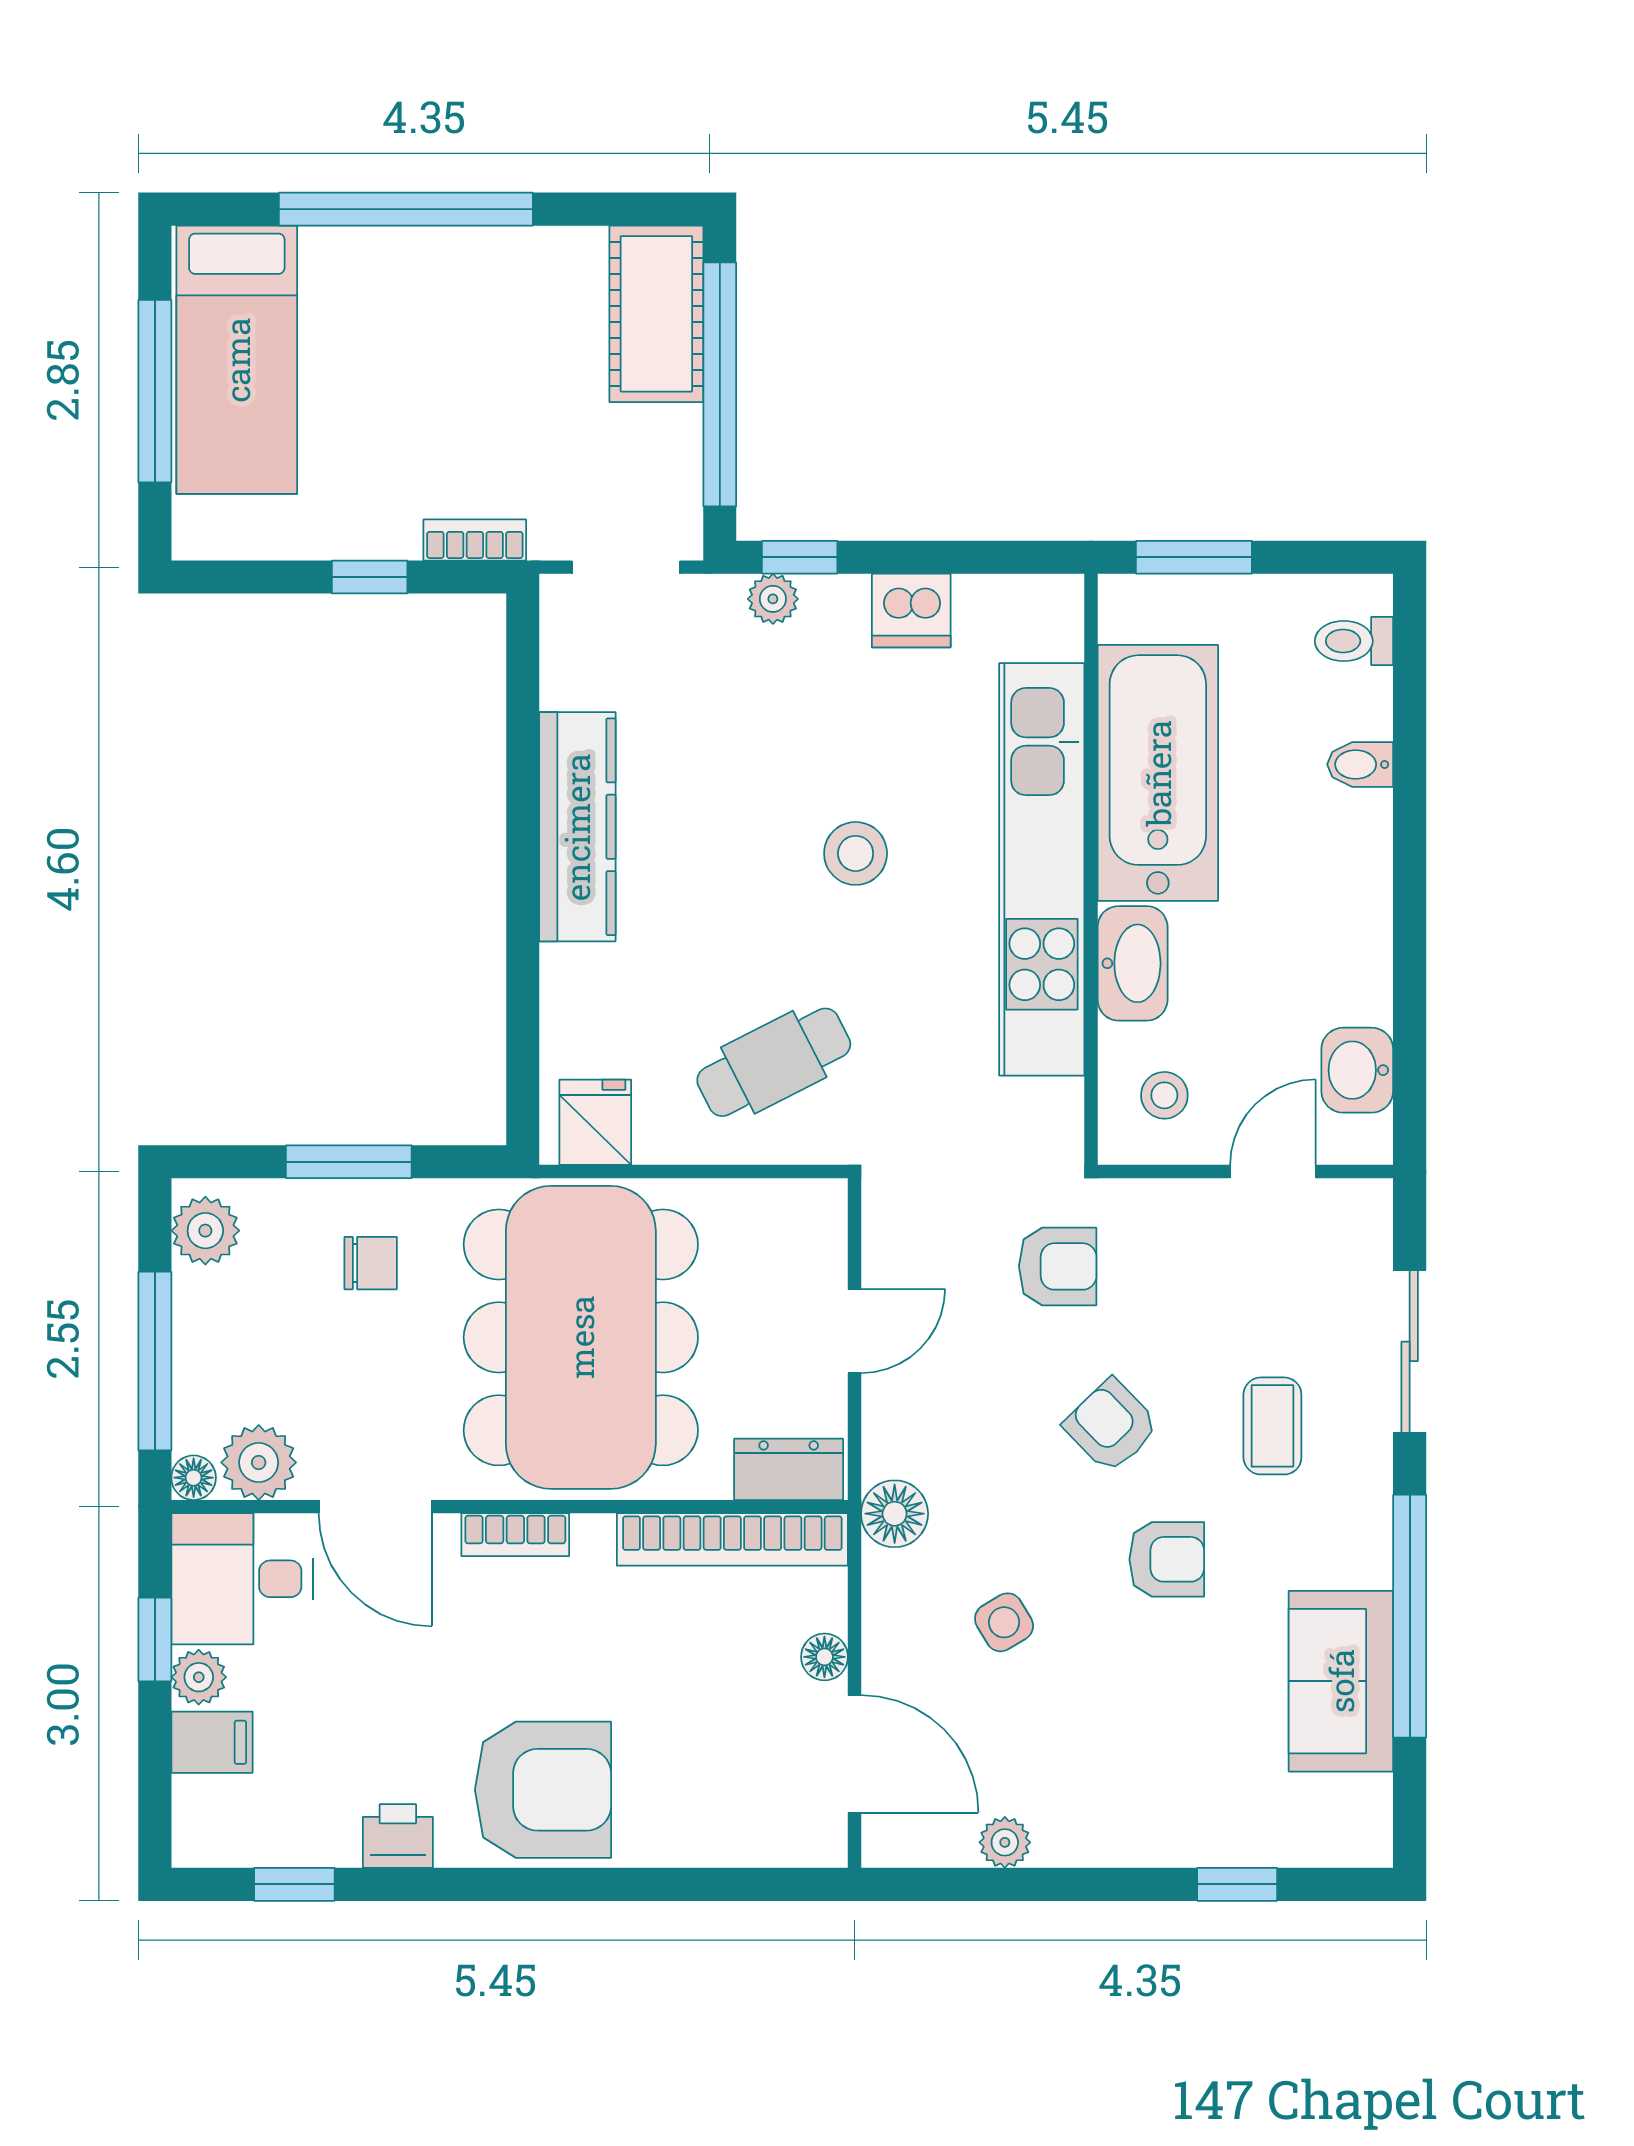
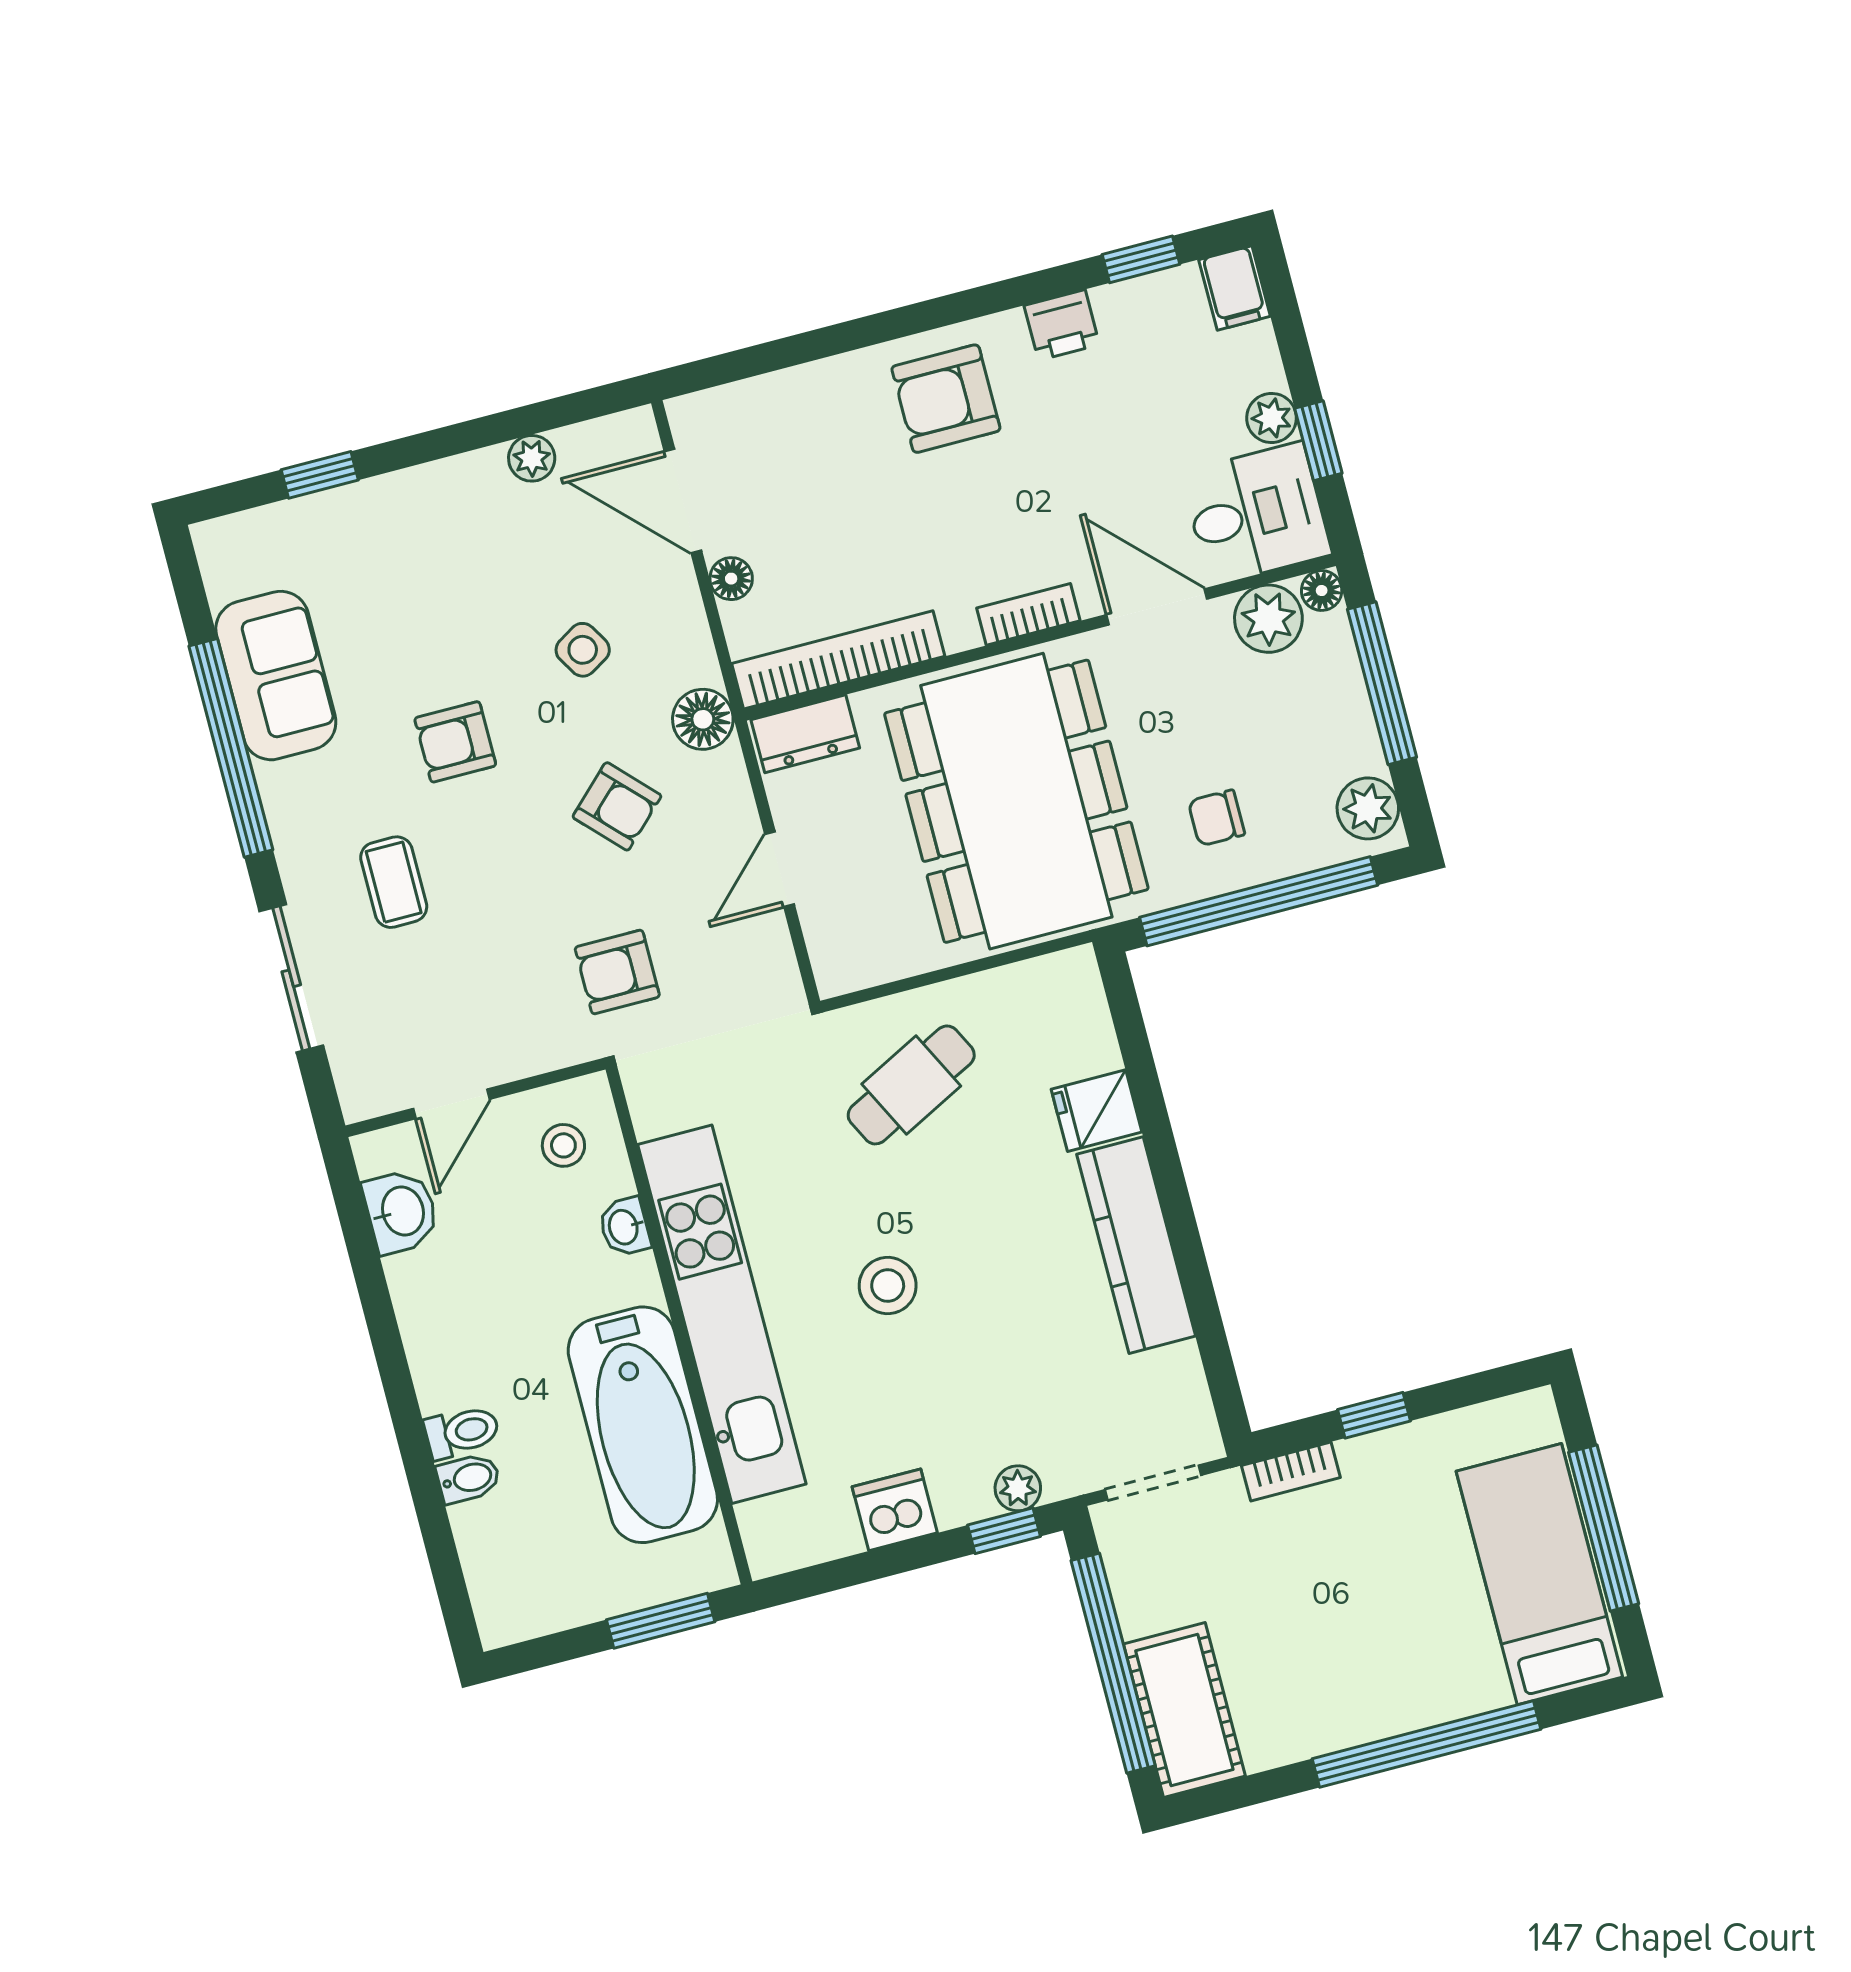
toilet: (1354, 641) -> (462, 1432), moved
washbasin: (1133, 963) -> (624, 1227), width x0.52, depth x0.69
fridge: (595, 1122) -> (1097, 1111), moved, turned 90
window: (349, 1162) -> (1259, 901), width x2.11
armchair: (1111, 1426) -> (617, 806), moved
filing cabinet: (212, 1742) -> (1235, 288), moved, turned -90
armchair: (543, 1790) -> (946, 399), width x0.73, depth x0.73

